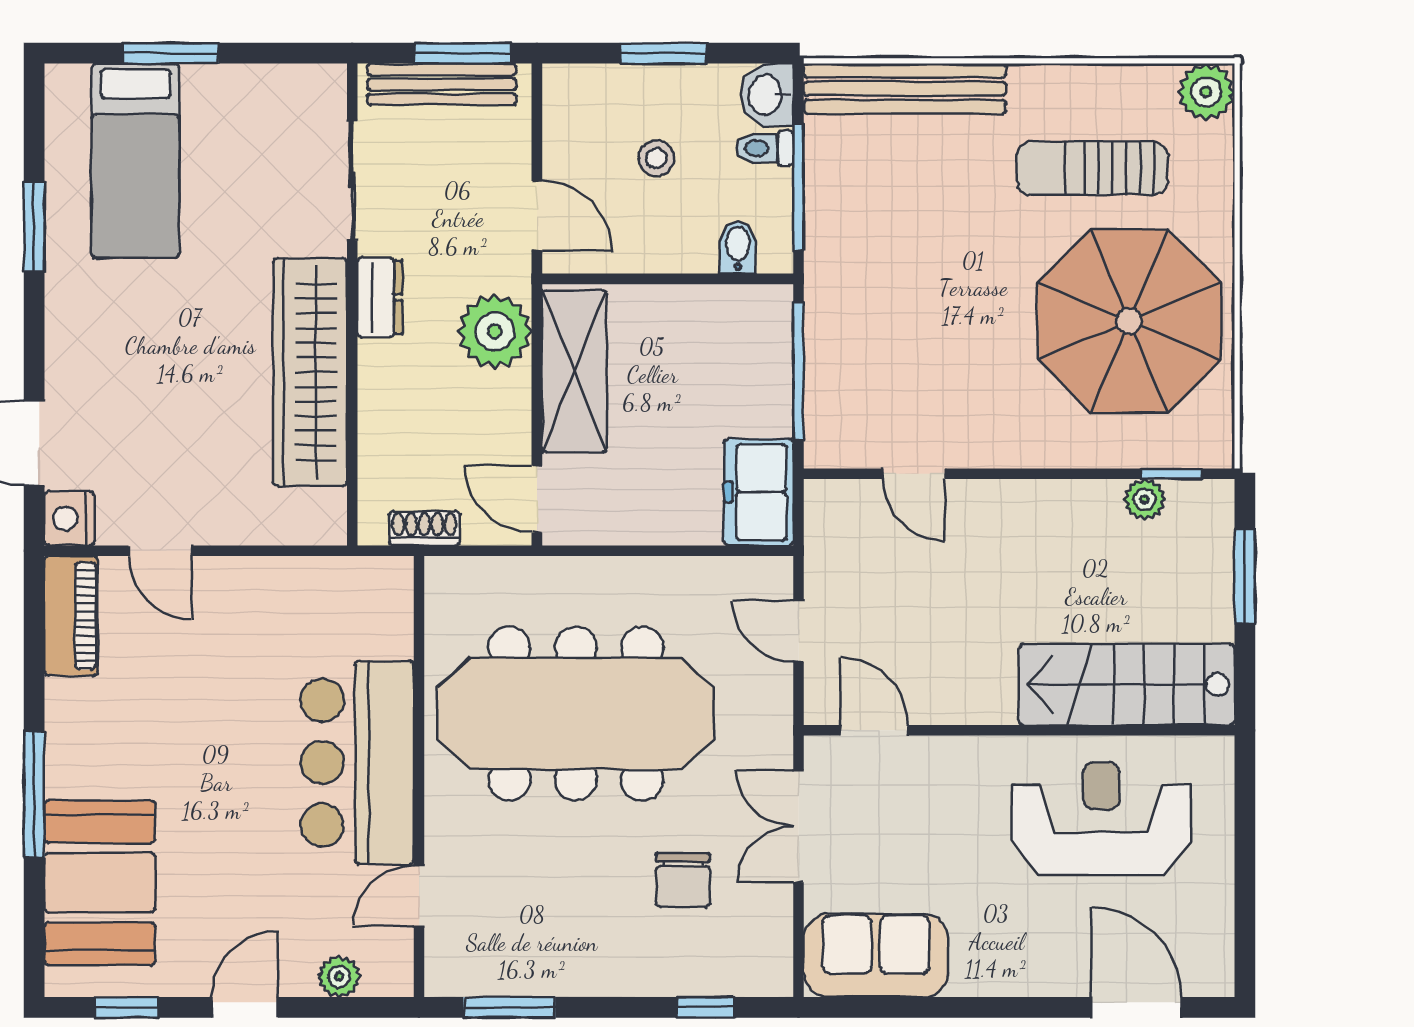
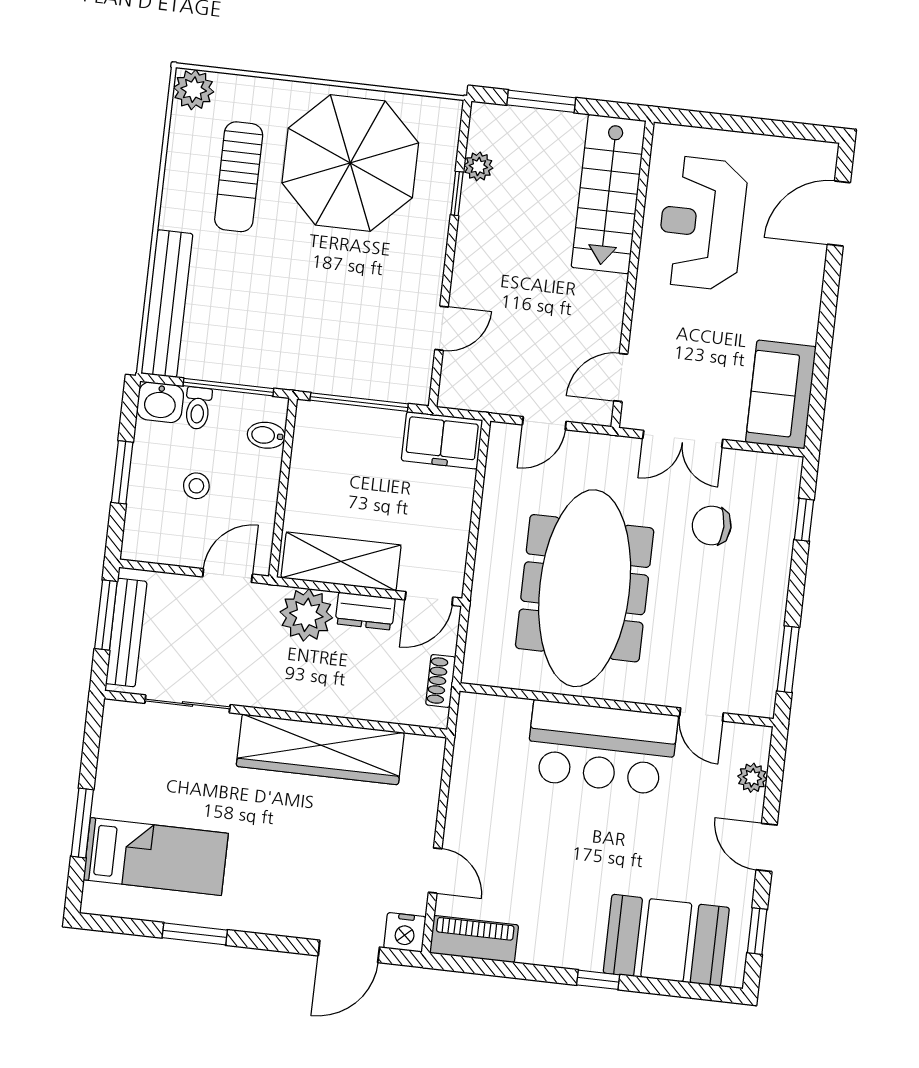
dresser: (380, 297) -> (365, 611), moved, turned 180
window: (1171, 474) -> (457, 193), moved
door: (160, 551) -> (435, 871), hinge flipped
window: (34, 794) -> (598, 980), width x0.46
chair: (683, 880) -> (712, 526), turned 180

